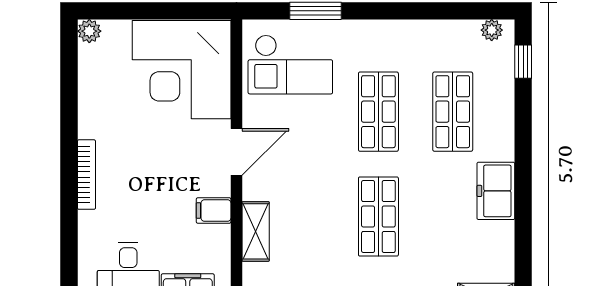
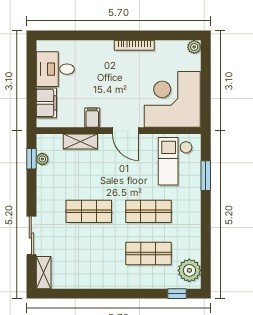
plant: (492, 30) -> (189, 270), width x1.88, depth x1.88
bookcase: (86, 175) -> (134, 45), moved
freezer: (496, 191) -> (103, 278), removed

